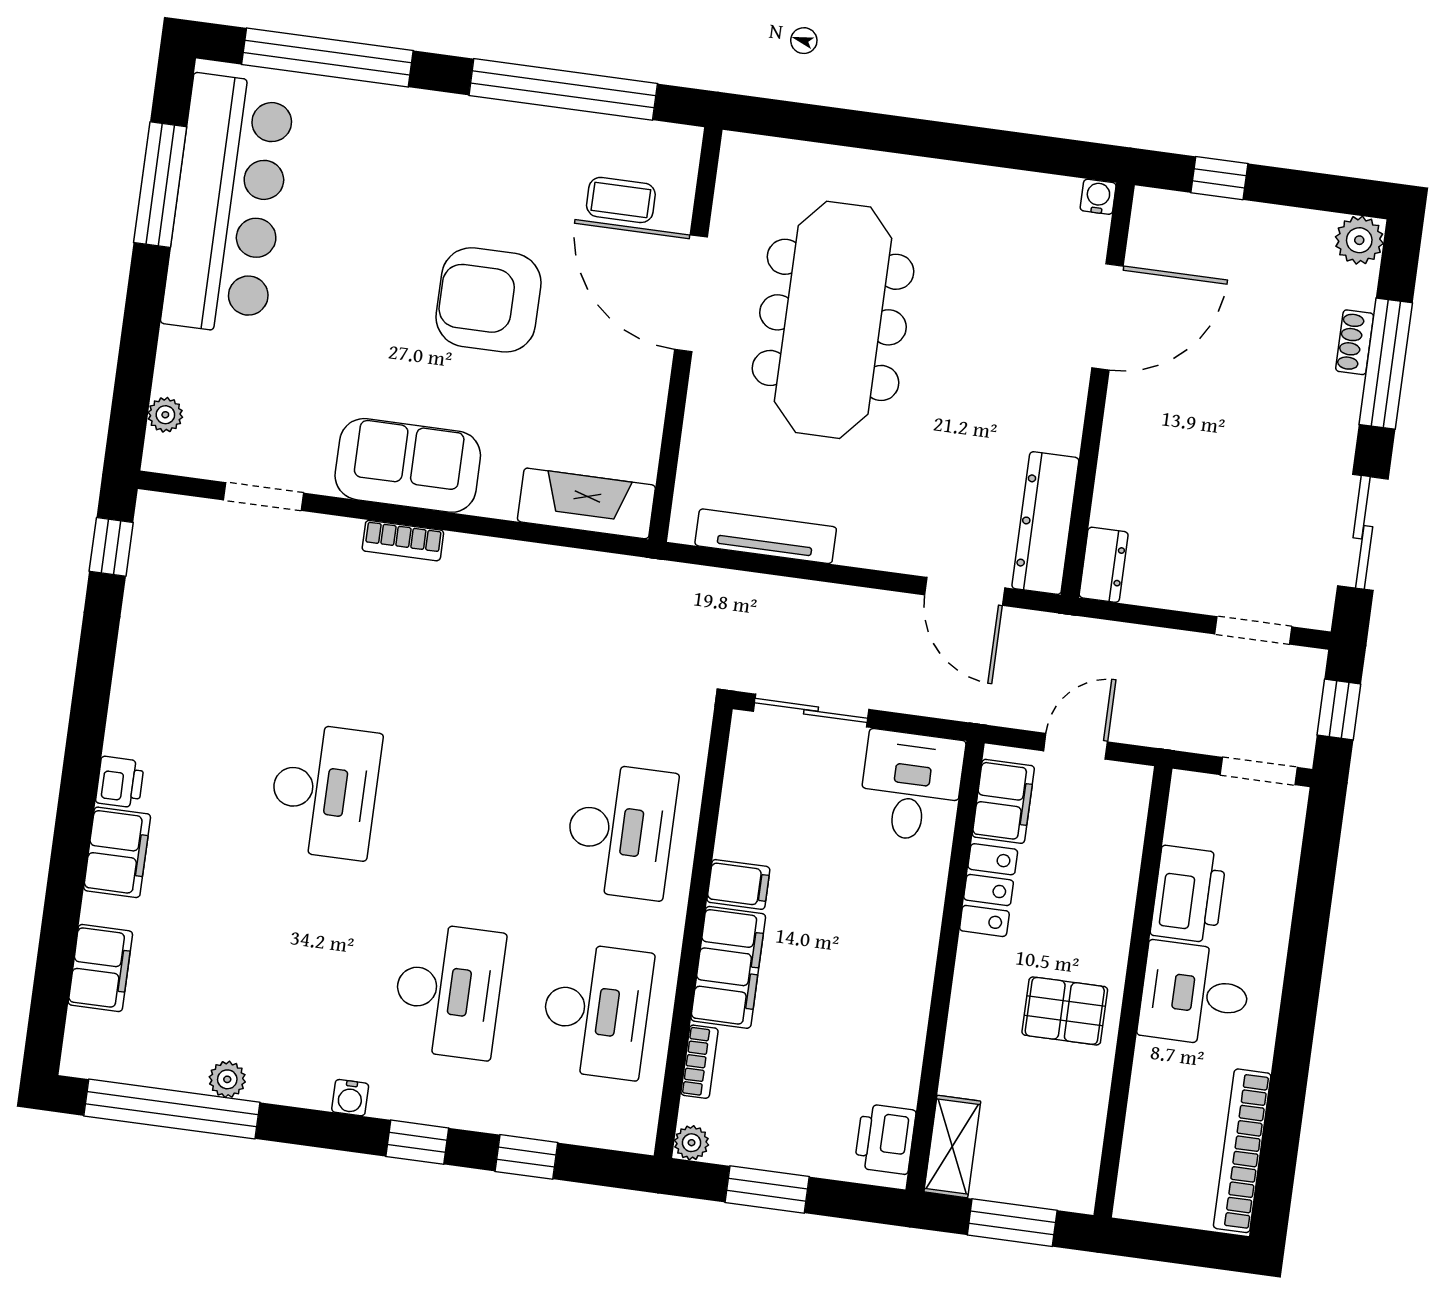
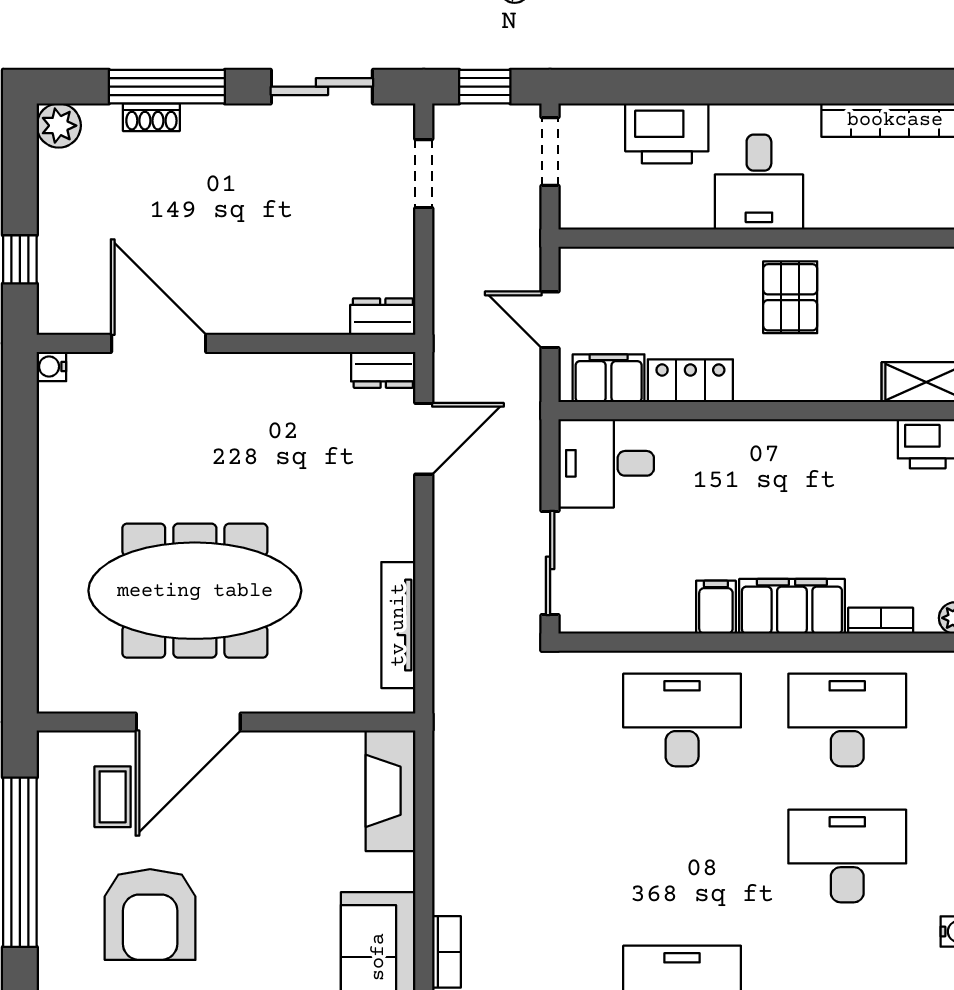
armchair: (488, 300) -> (150, 915), moved
dresser: (1045, 523) -> (383, 370), width x0.51, depth x0.80
printer: (1189, 894) -> (667, 133), moved, turned 180

